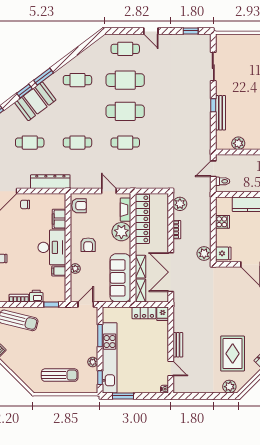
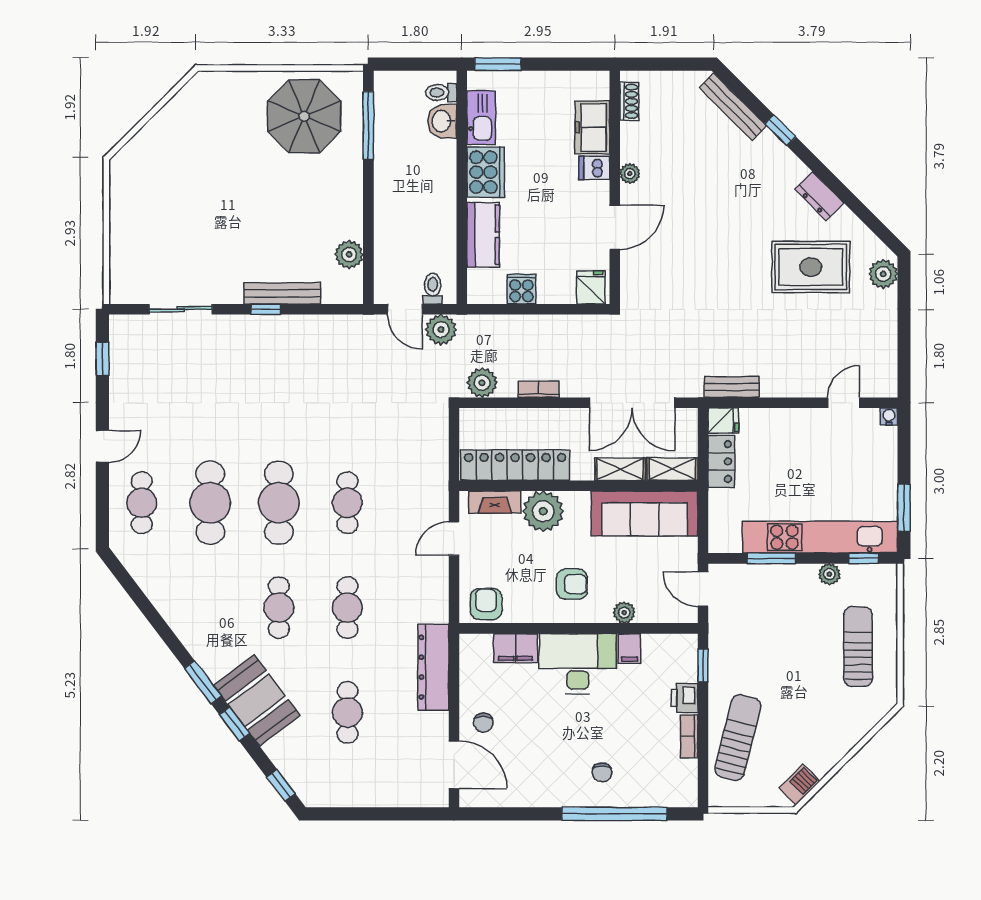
cafe table: (77, 80) -> (279, 608), moved
plant: (204, 253) -> (441, 330), moved
bench: (178, 345) -> (732, 387), moved

